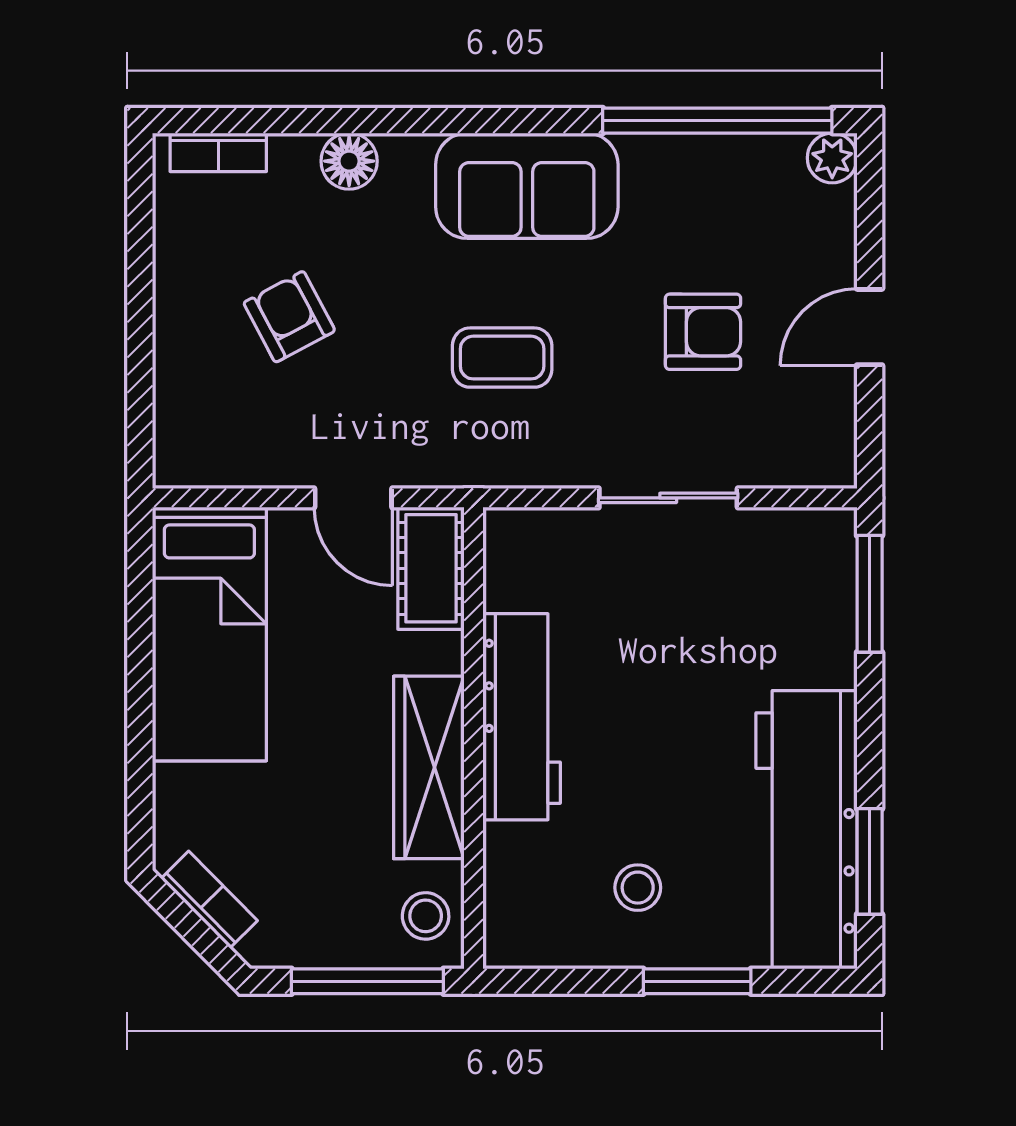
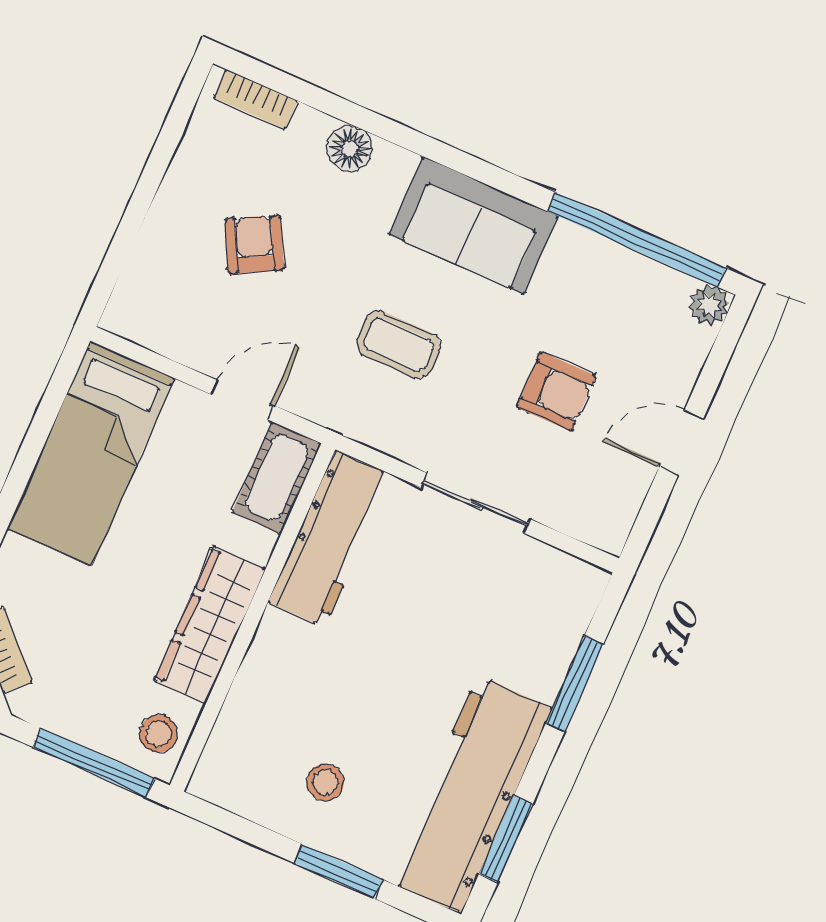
door: (353, 498) -> (242, 400), swing flipped
window: (870, 594) -> (575, 684), moved
workbench: (522, 717) -> (330, 538), moved

